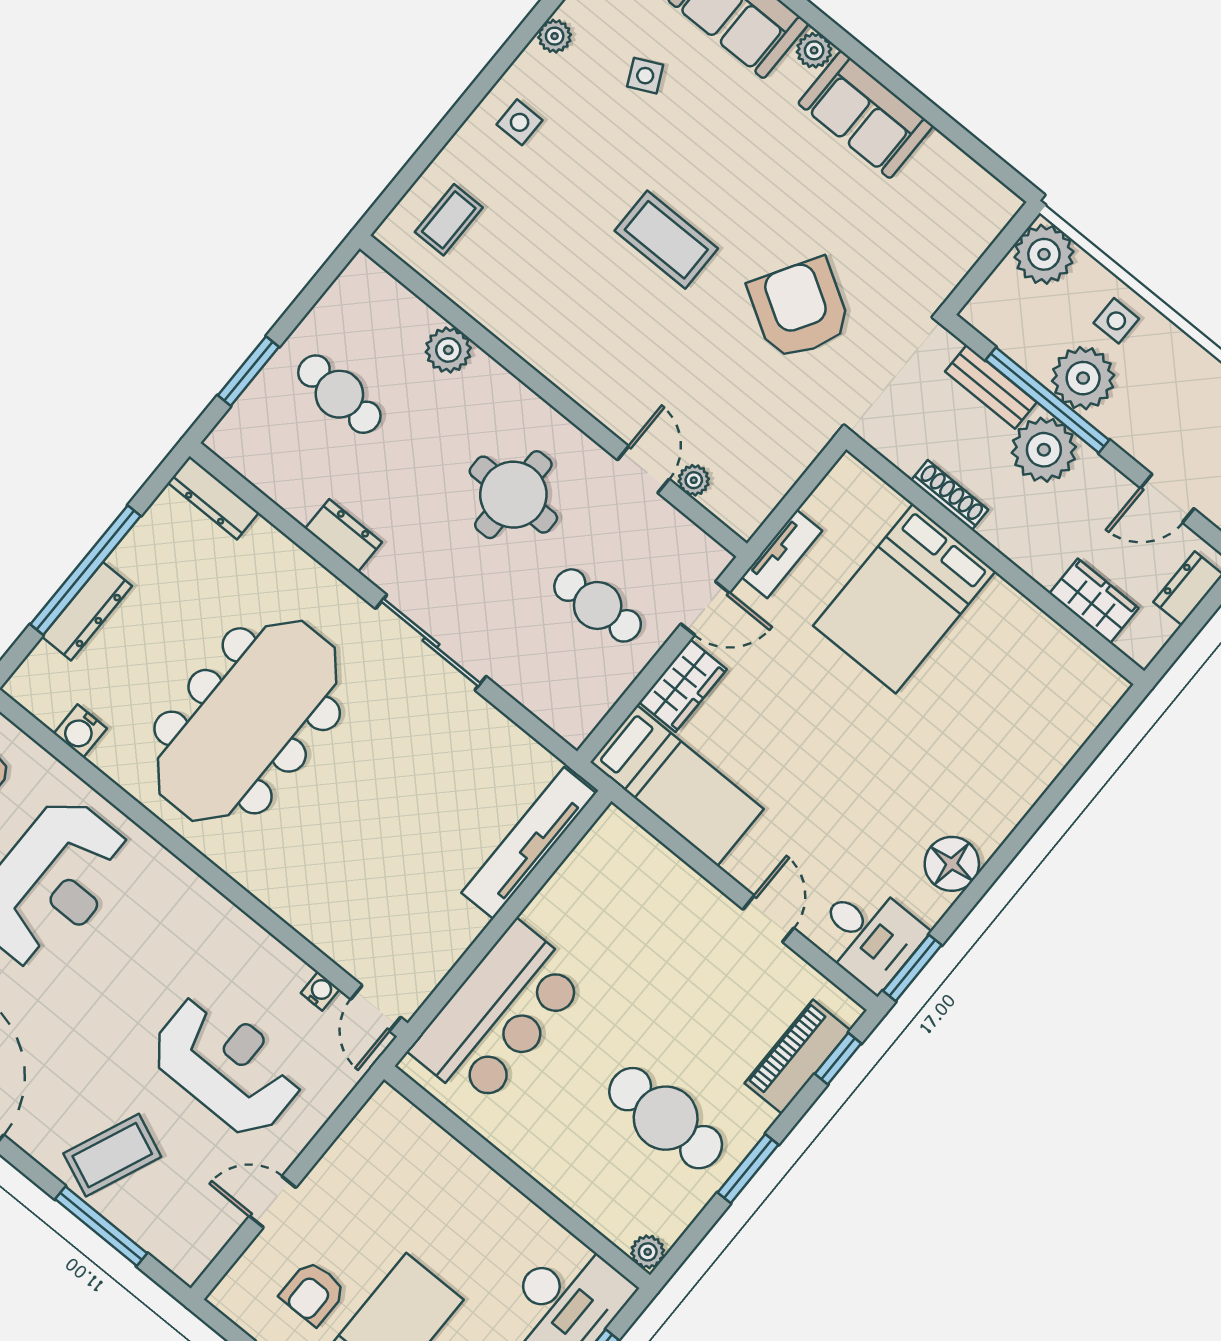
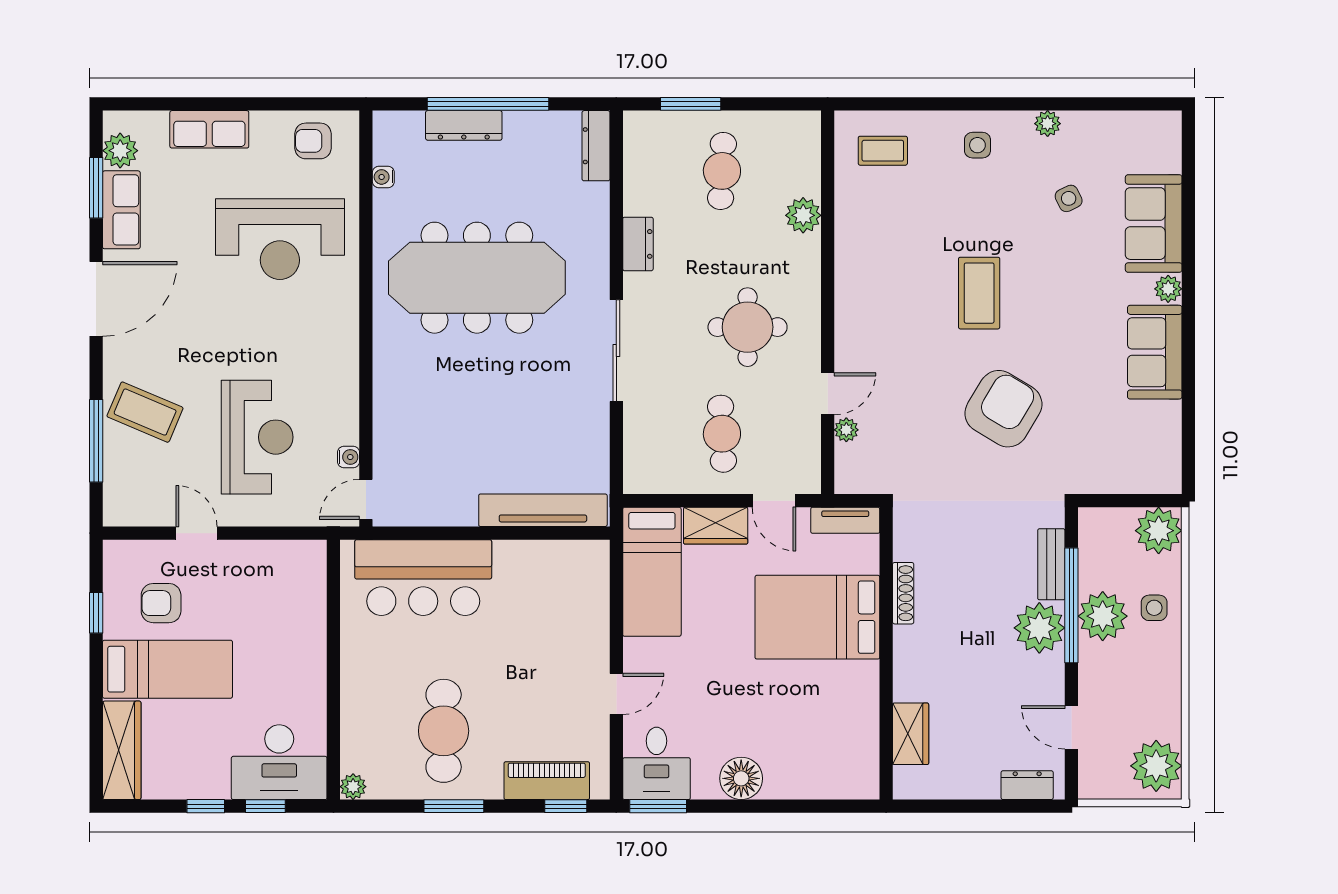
shoe rack: (950, 495) -> (903, 593), moved
wall: (995, 560) -> (886, 653), moved
bed: (904, 599) -> (817, 617), moved
wardrobe: (1094, 601) -> (911, 734), moved
water cooler: (80, 731) -> (383, 177), width x0.72, depth x0.72

